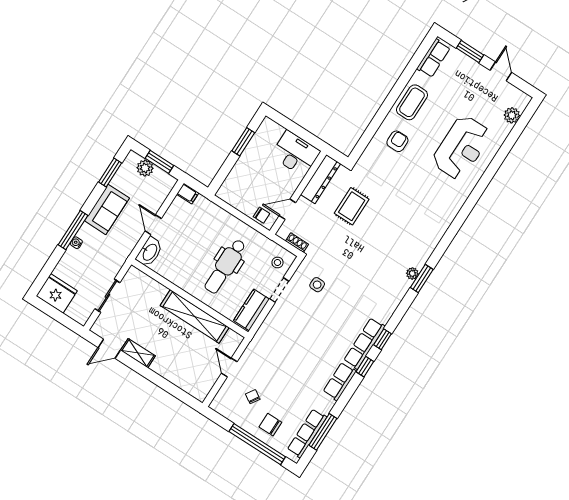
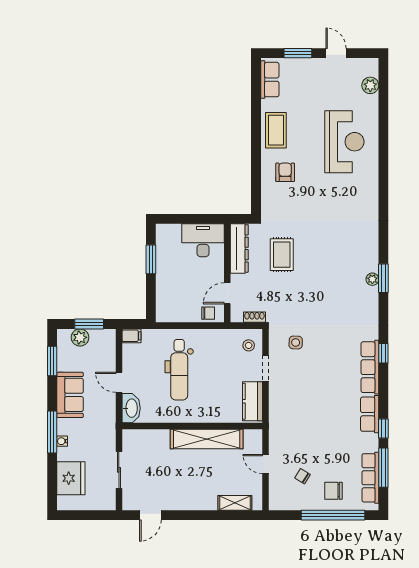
dental chair: (225, 266) -> (179, 370), moved
fridge: (57, 293) -> (71, 478), moved, turned 90
shelving: (138, 353) -> (235, 503), moved
window: (365, 367) -> (383, 429), moved

